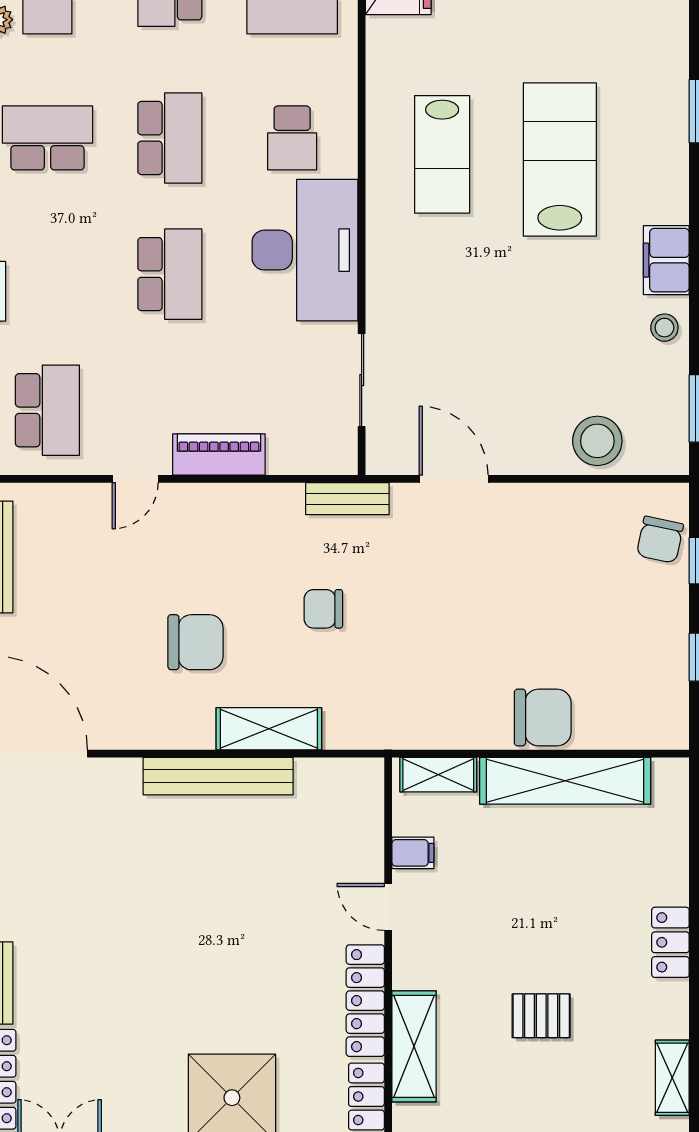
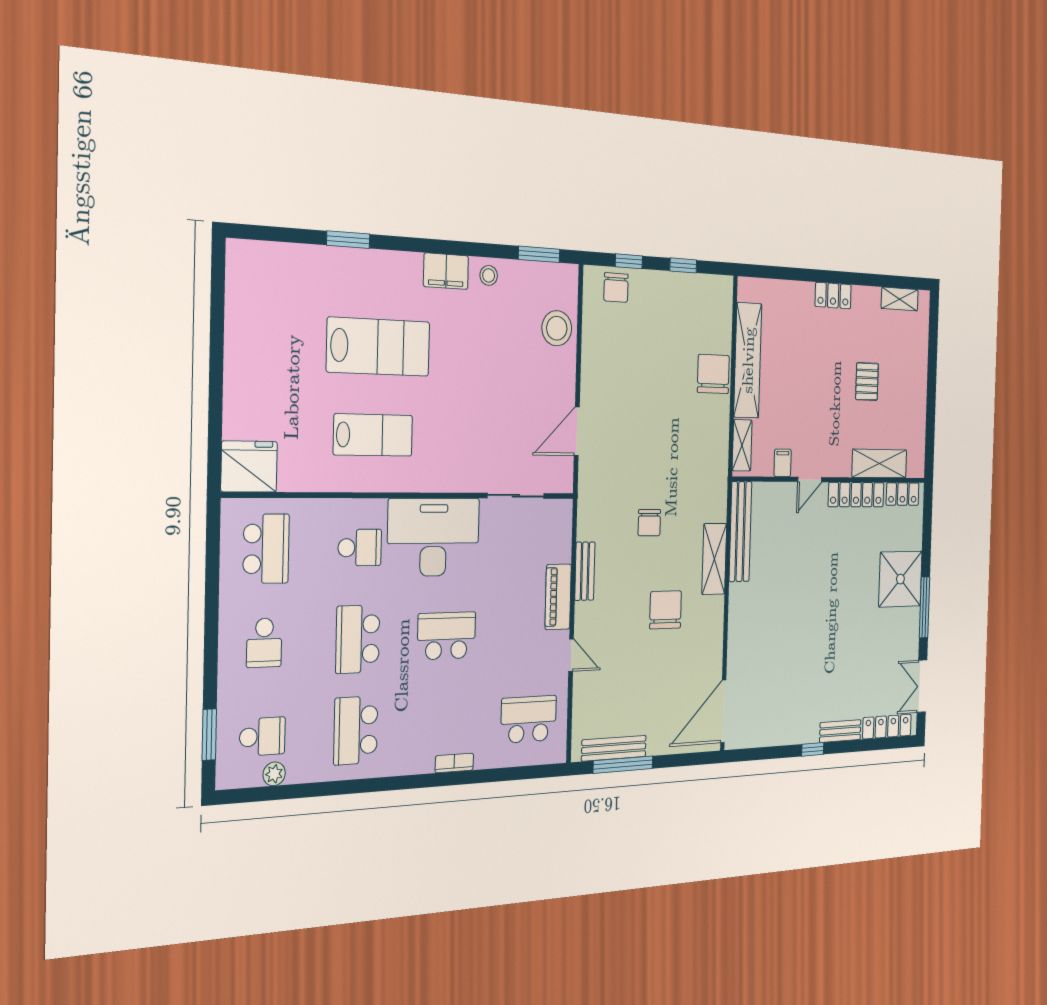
school desk: (170, 138) -> (358, 639), turned -90
lab bench: (560, 160) -> (378, 347), turned 180
bench: (347, 499) -> (585, 571), moved
chair: (660, 540) -> (616, 287), turned 78
bench: (218, 776) -> (740, 532), moved

